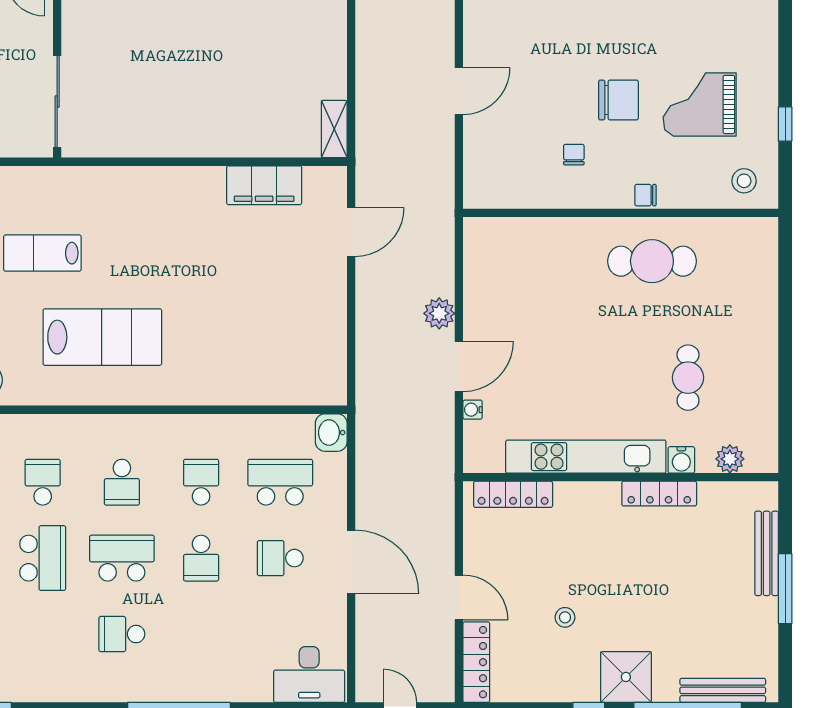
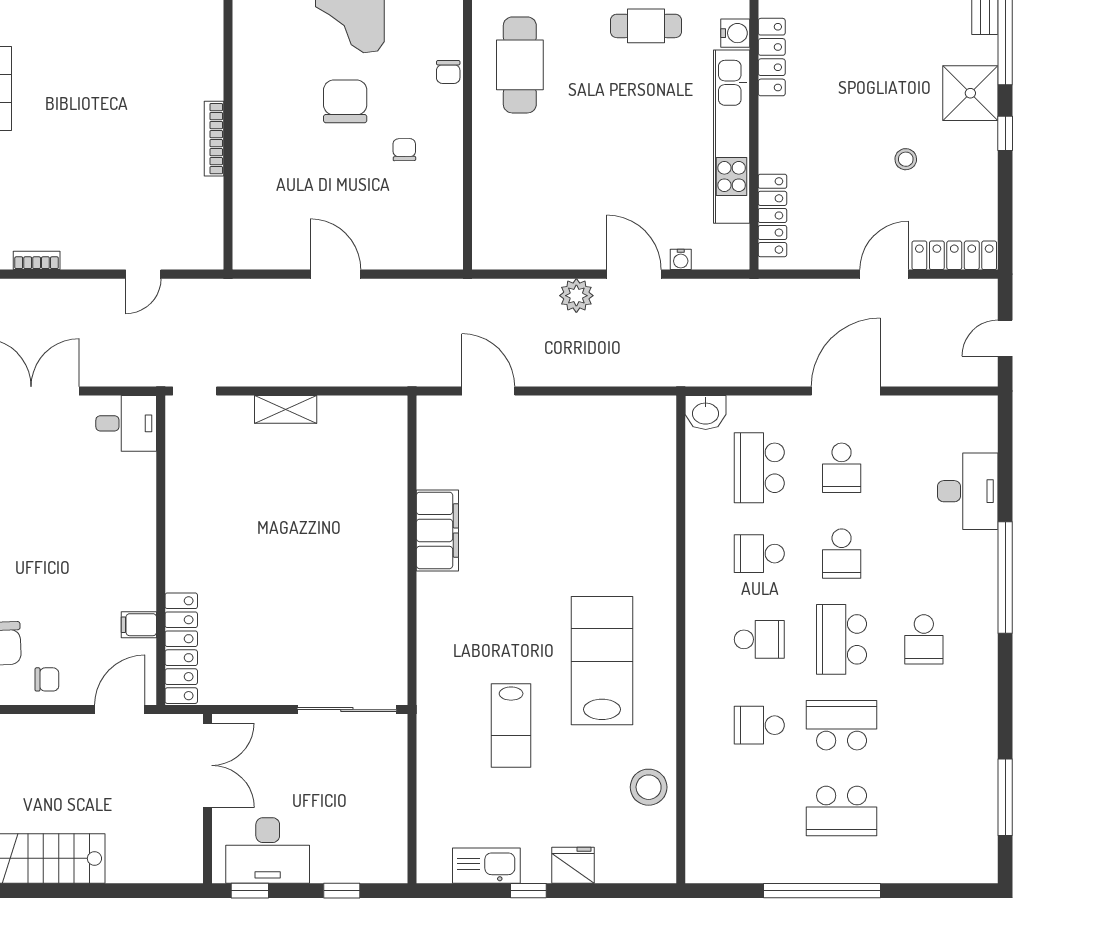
shelving: (334, 129) -> (286, 409), moved
chair: (574, 155) -> (404, 150), turned 89
filing cabinet: (264, 185) -> (437, 530), moved
school desk: (201, 558) -> (842, 554), turned 90
desk: (309, 675) -> (968, 491), moved

